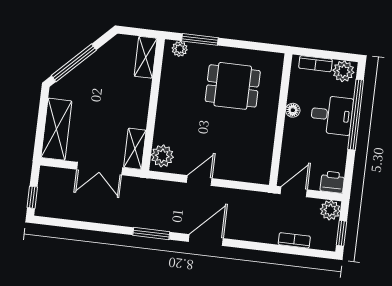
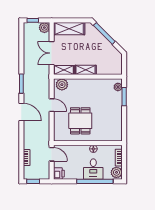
shelving: (146, 57) -> (86, 70), moved
dining table: (233, 86) -> (80, 121), moved
plant: (330, 210) -> (44, 28), moved

